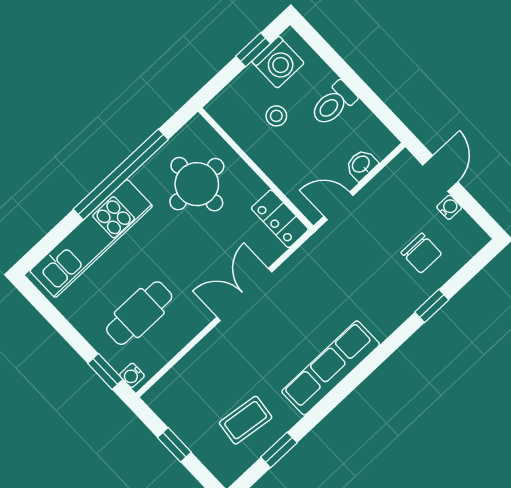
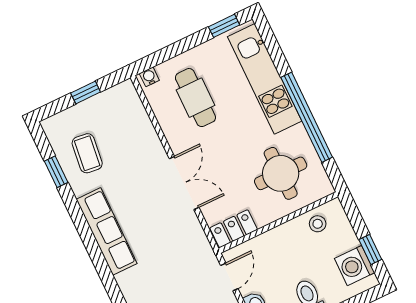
stool: (276, 116) -> (318, 224), moved
window: (105, 371) -> (224, 26), moved

